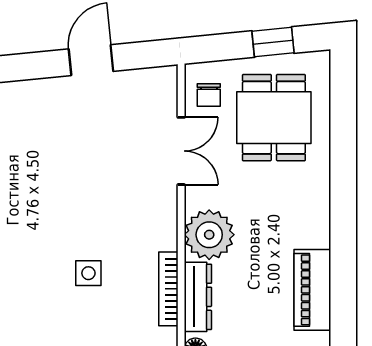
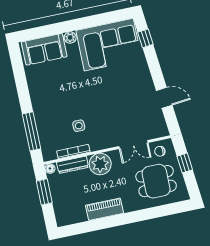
window: (273, 42) -> (185, 163), moved
side table: (88, 273) -> (79, 126), moved
piano: (312, 290) -> (104, 209), moved

